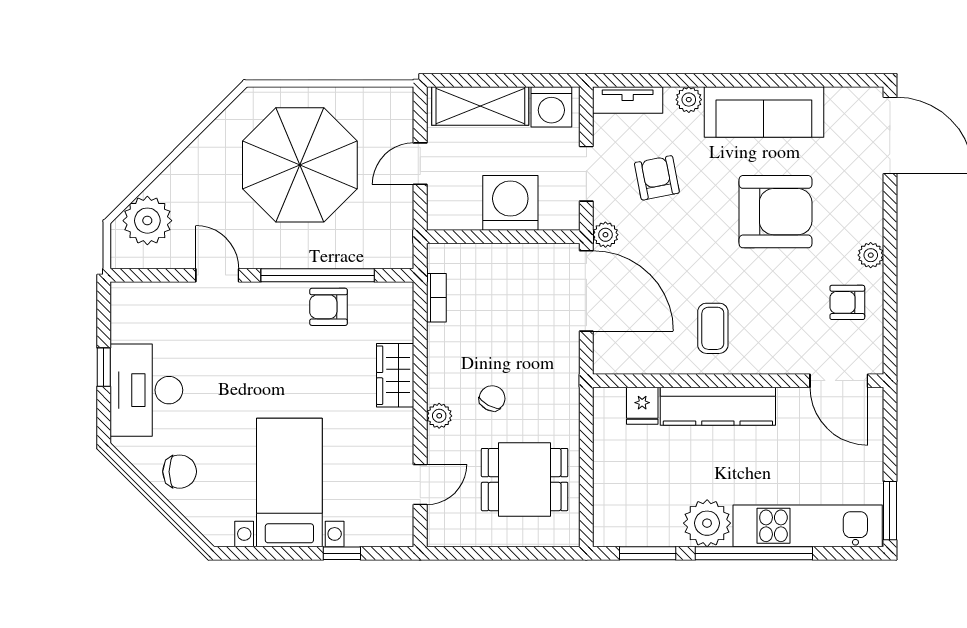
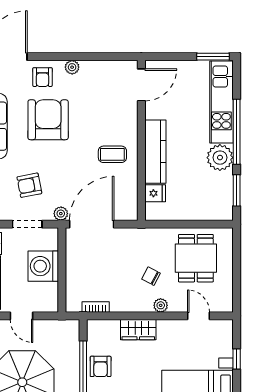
armchair: (847, 302) -> (42, 77), moved

